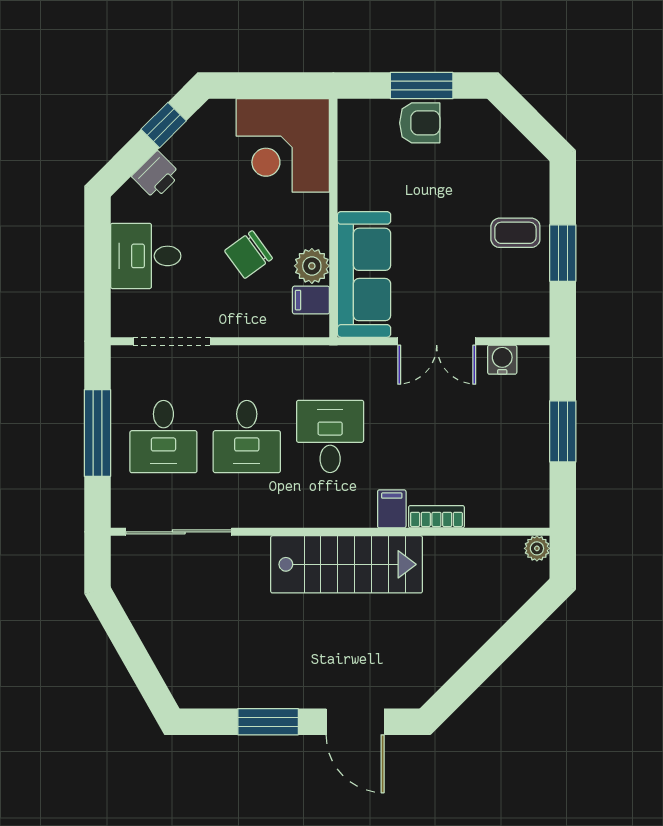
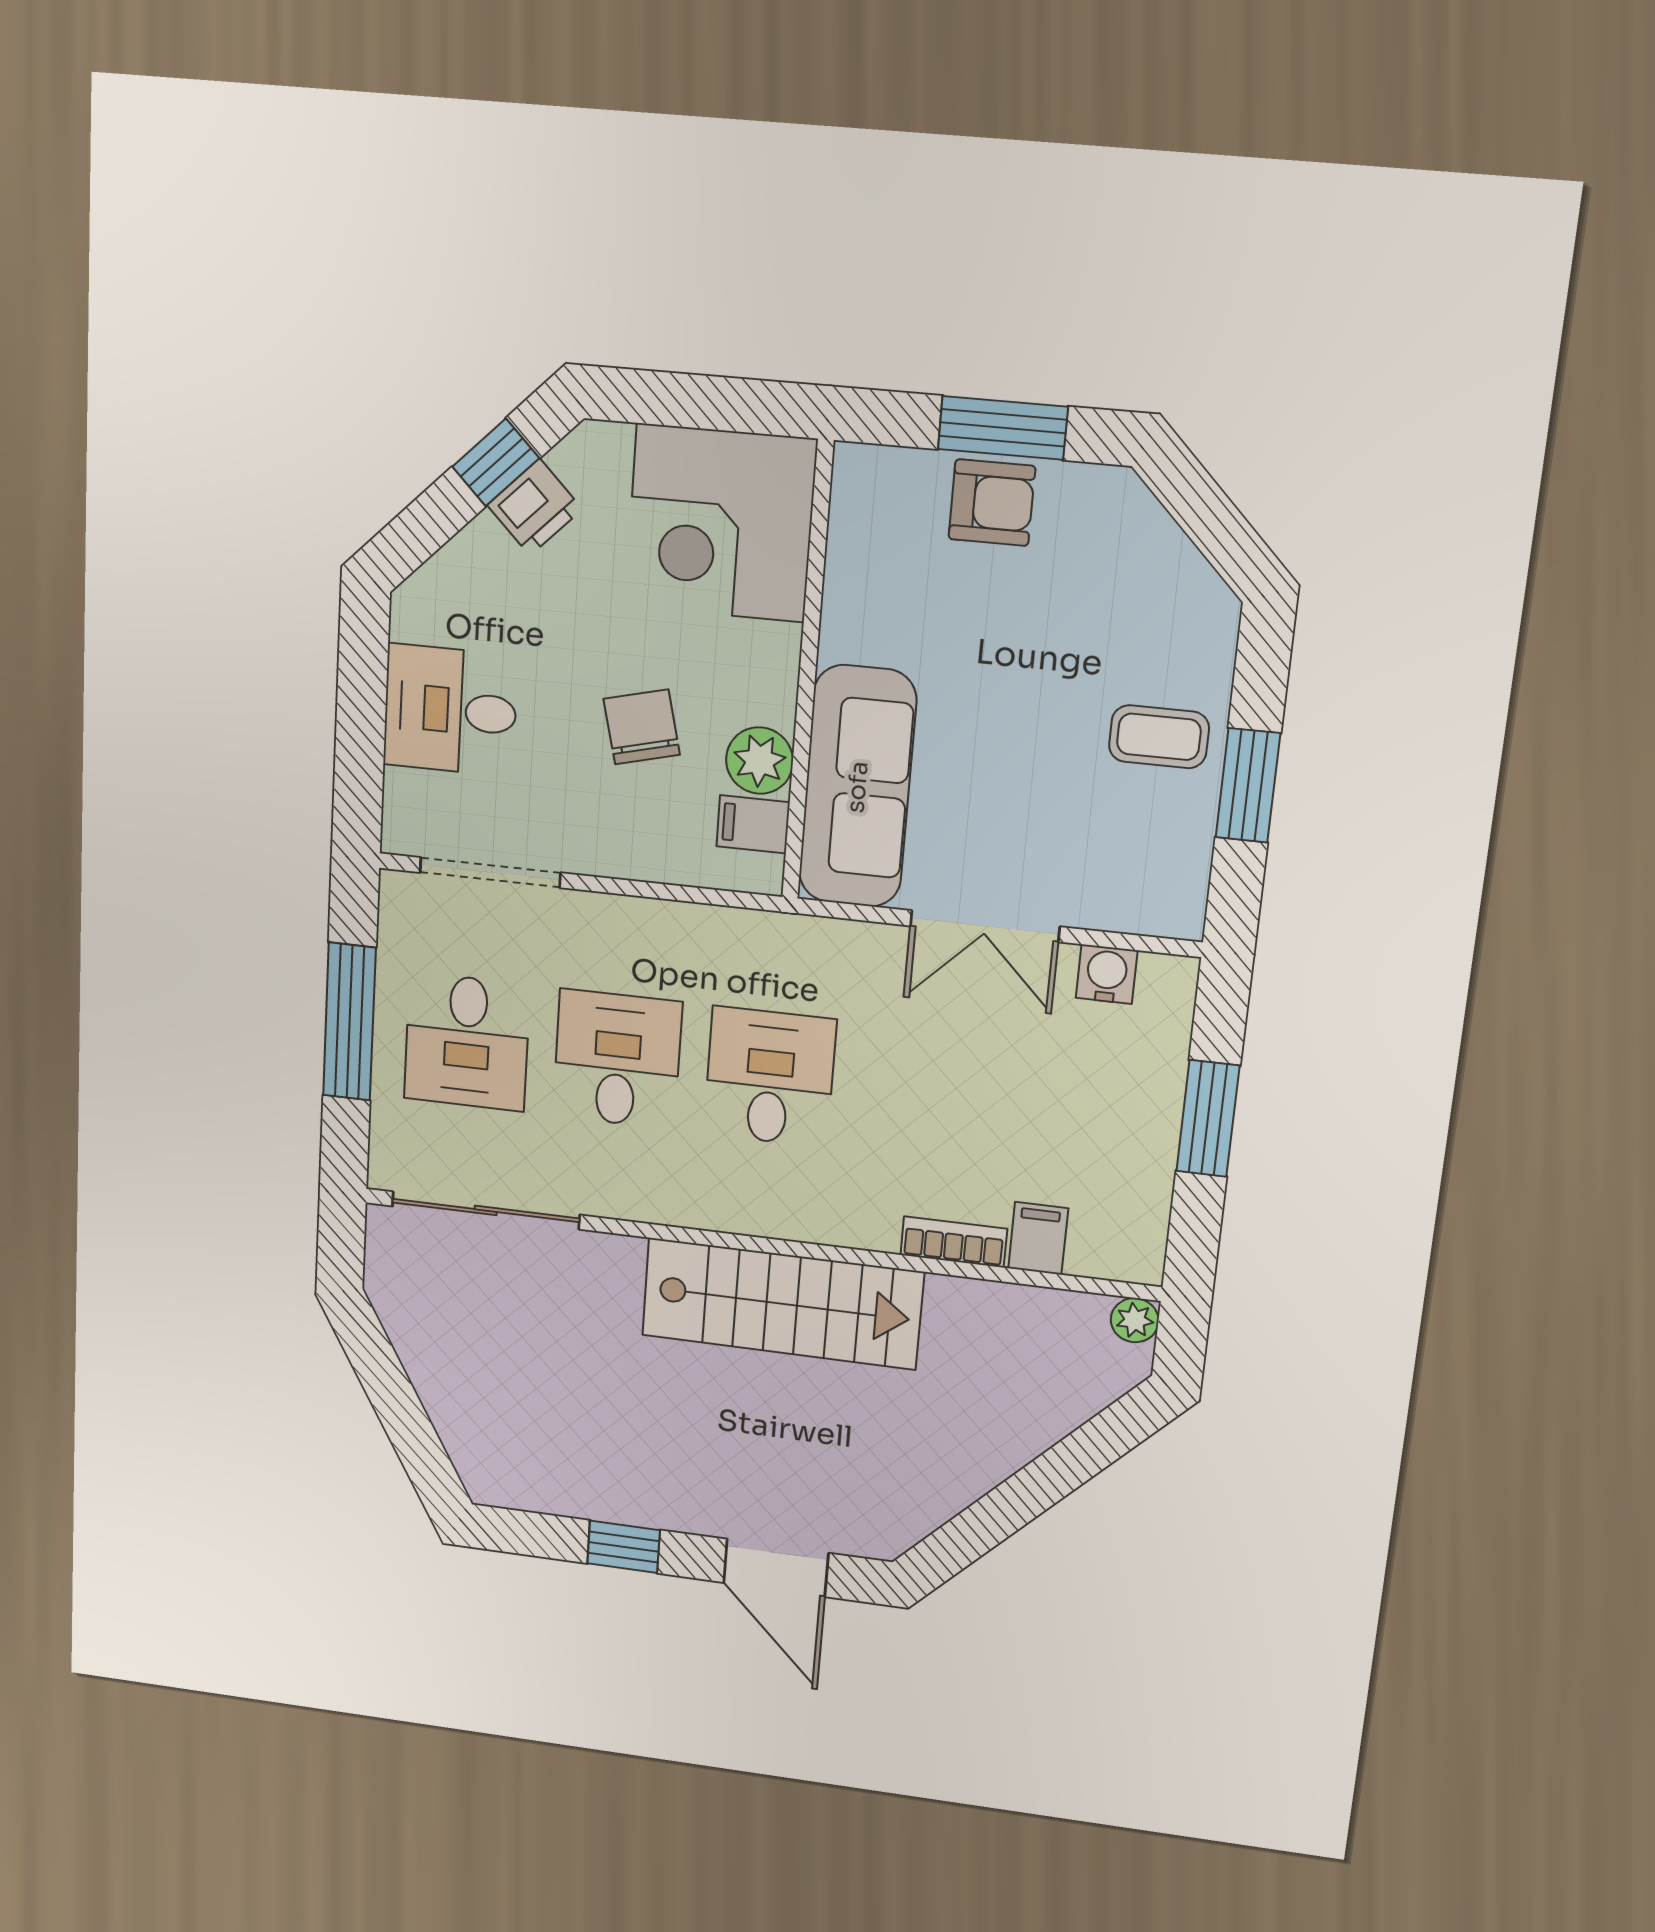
printer: (156, 175) -> (535, 507), moved
chair: (249, 255) -> (642, 727), turned 112
desk: (247, 437) -> (617, 1059), turned 180
filing cabinet: (392, 509) -> (1038, 1238), moved
window: (268, 722) -> (624, 1547), width x0.67

